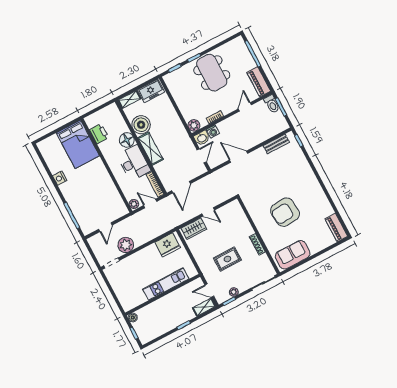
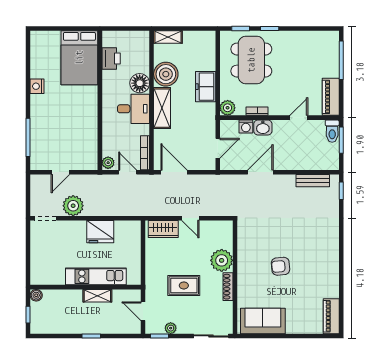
dining table: (212, 73) -> (251, 60), moved
freezer: (151, 91) -> (206, 87), moved, turned 90
washbasin: (202, 138) -> (263, 127), moved
door: (239, 157) -> (260, 172), hinge flipped
desk: (134, 163) -> (134, 109), width x0.73
door: (181, 187) -> (174, 172), swing flipped
armchair: (285, 212) -> (281, 266), width x0.53, depth x0.53
plant: (244, 229) -> (222, 260), added
fridge: (168, 245) -> (100, 232), moved
shelving: (204, 307) -> (97, 296), moved

